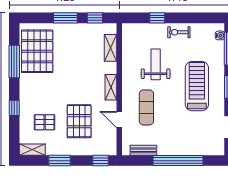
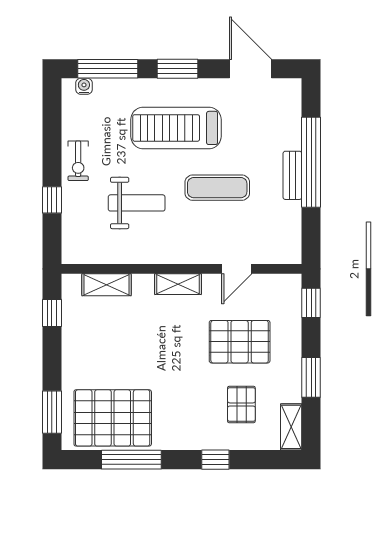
window: (65, 18) -> (52, 412), moved
weight bench: (156, 64) -> (137, 203), turned 180
exercise mat: (146, 107) -> (217, 188), moved
bench: (143, 150) -> (292, 175), moved

